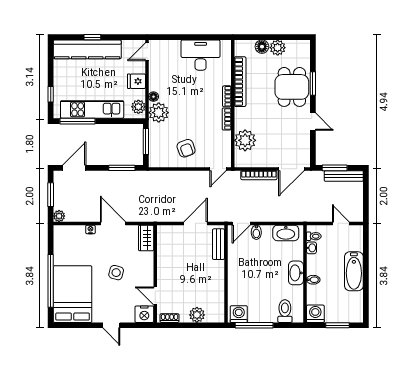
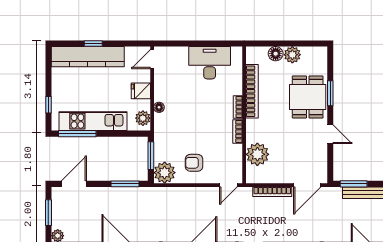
plant: (159, 113) -> (165, 173), moved
armchair: (186, 148) -> (194, 163), turned 110

